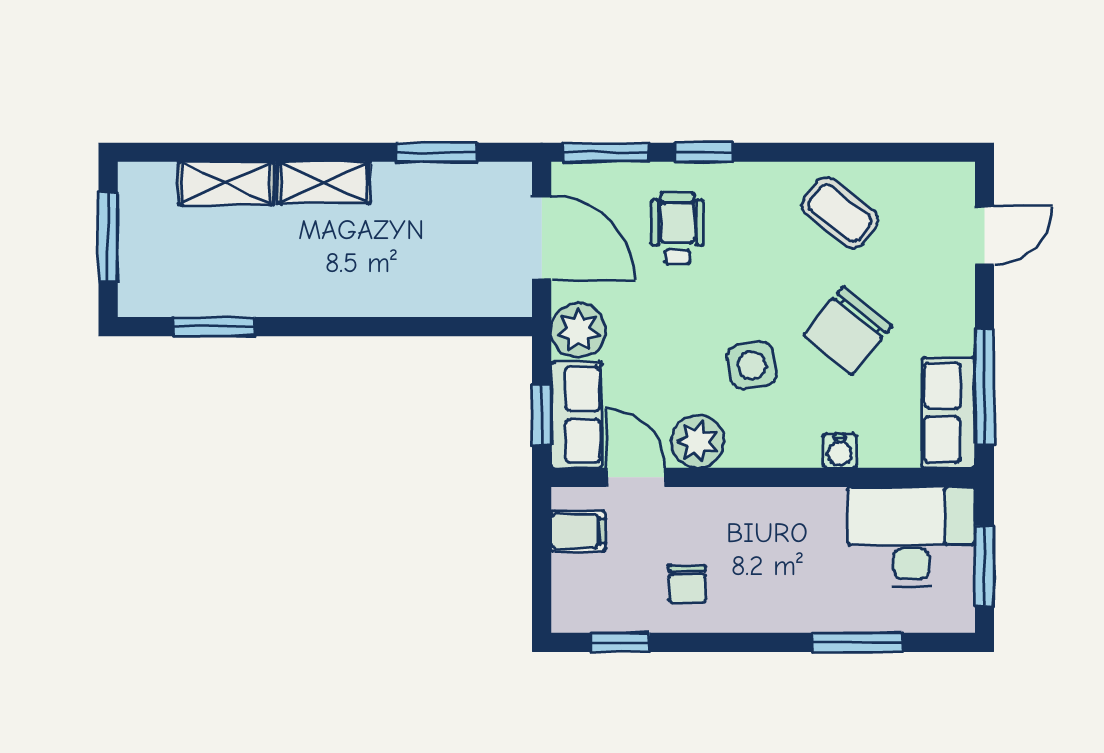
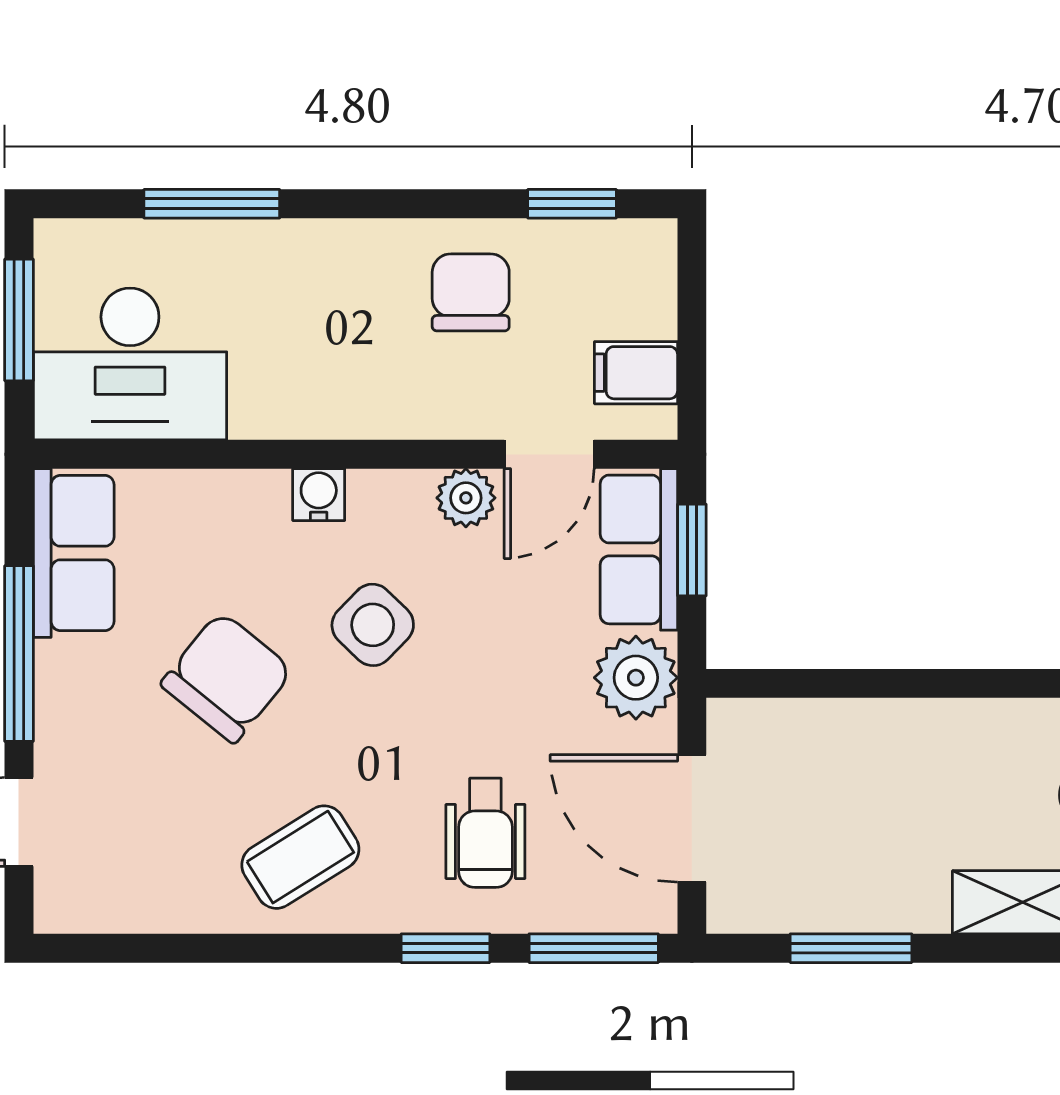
coffee table: (840, 213) -> (300, 857), moved, turned -70
side table: (752, 365) -> (373, 625), turned -36
window: (984, 386) -> (19, 654), moved
plant: (698, 442) -> (466, 498), width x0.73, depth x0.73
water cooler: (840, 451) -> (319, 495), moved
door: (636, 477) -> (549, 454), hinge flipped
chair: (687, 584) -> (471, 292), width x1.37, depth x1.37

